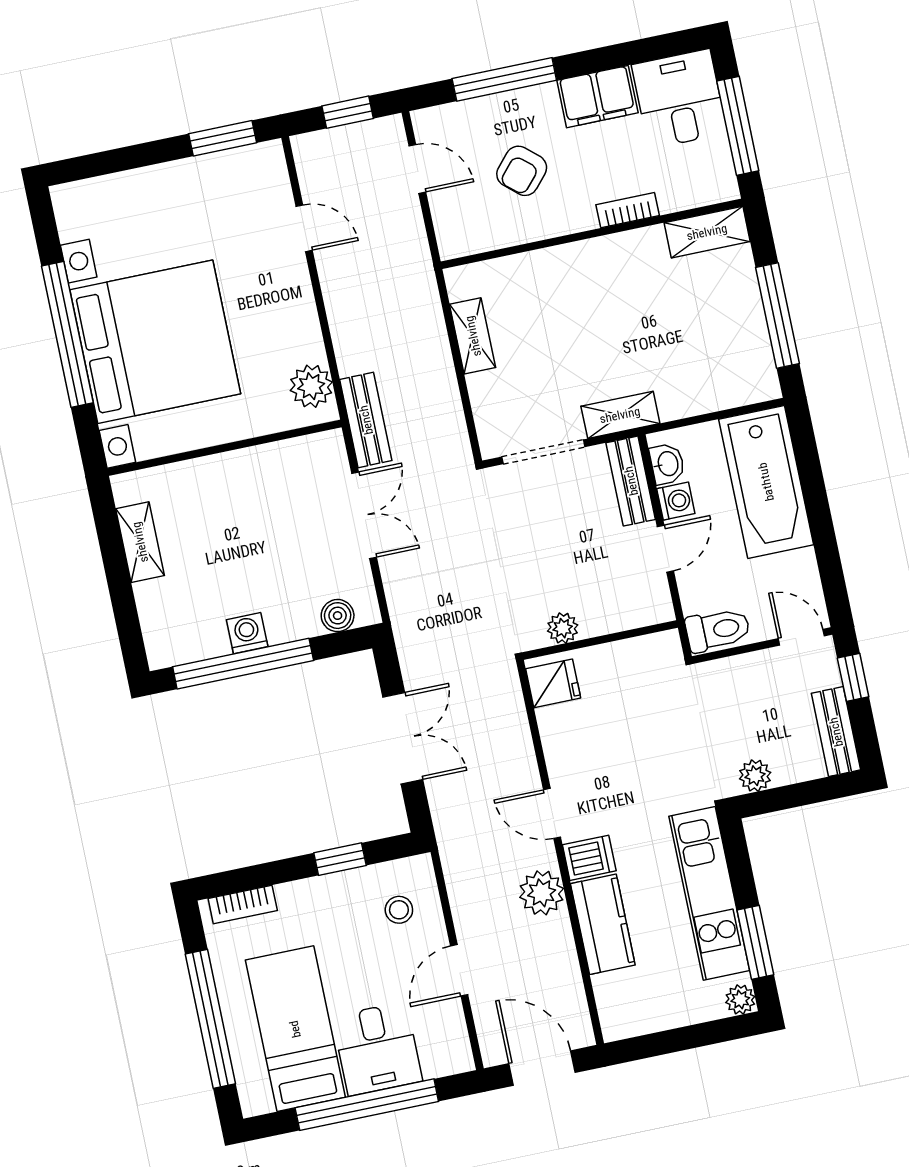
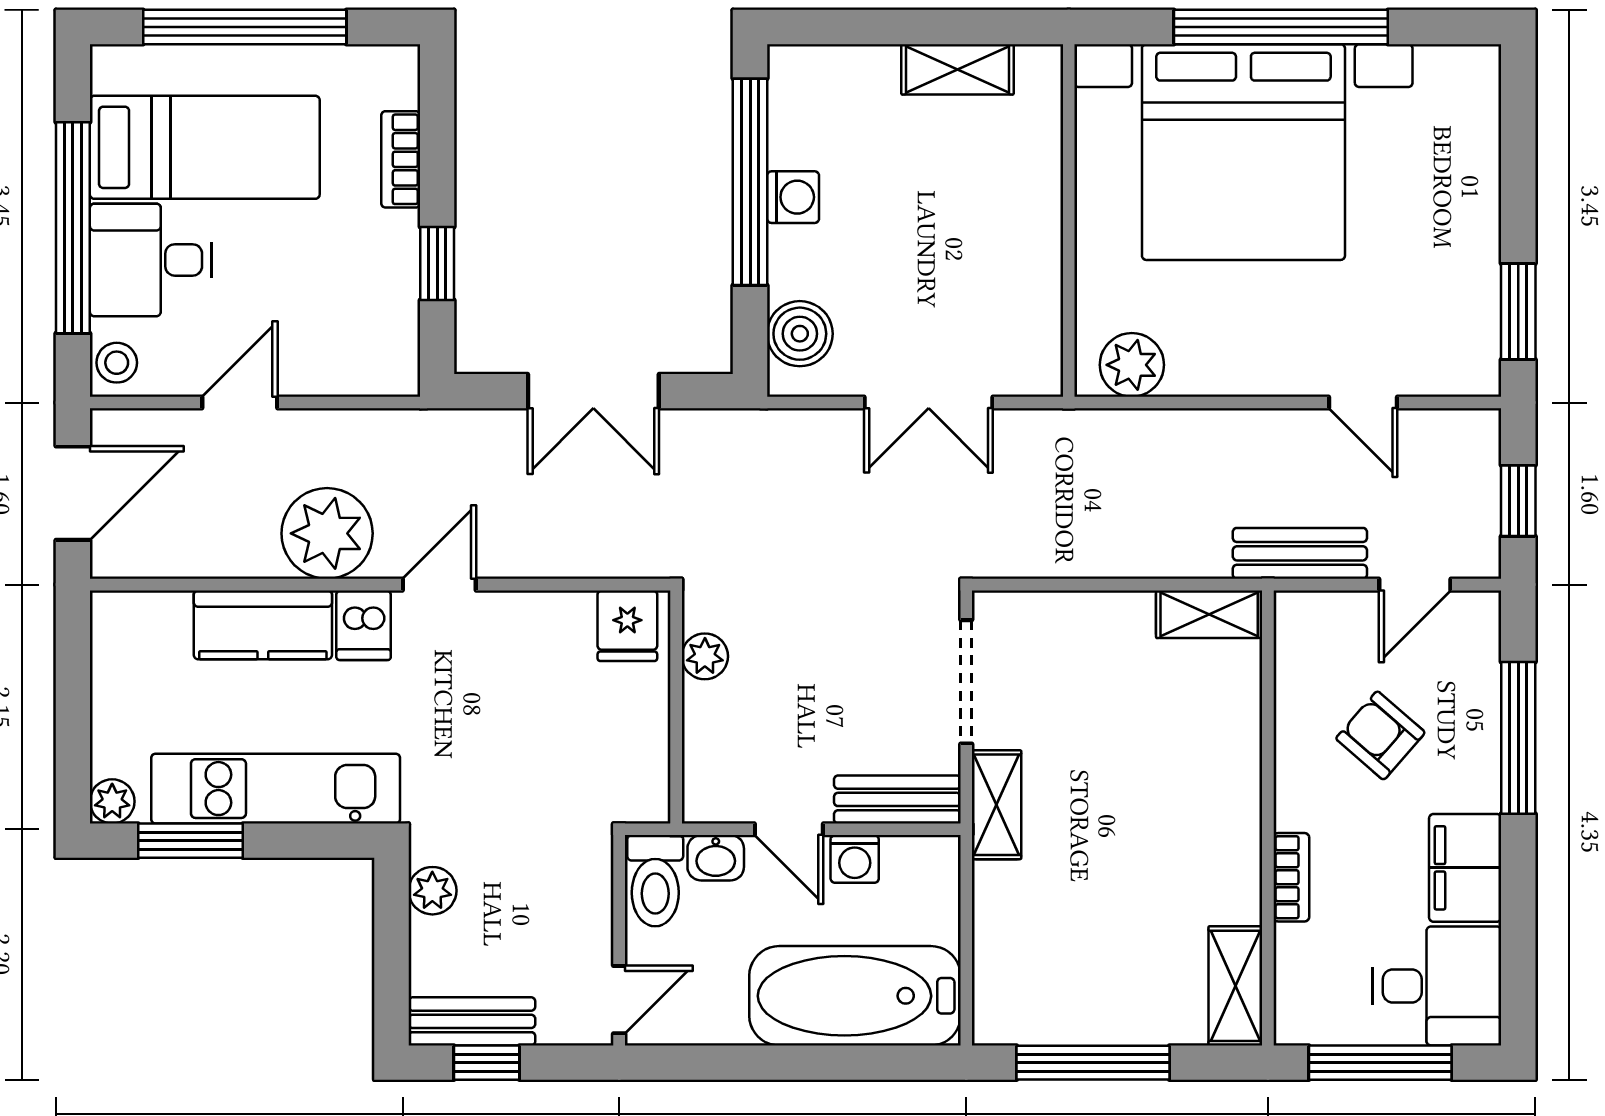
door: (304, 228) -> (1363, 403), hinge flipped
shelving: (473, 336) -> (1209, 614), moved
bench: (366, 420) -> (1300, 553), moved
washbasin: (667, 464) -> (716, 858), moved
boiler: (338, 616) -> (800, 334), width x1.36, depth x1.36
window: (853, 677) -> (487, 1063), moved
plant: (542, 893) -> (327, 533), width x1.36, depth x1.36
bookcase: (243, 905) -> (401, 159), moved
stool: (399, 910) -> (117, 363), moved
door: (459, 970) -> (240, 403), hinge flipped

